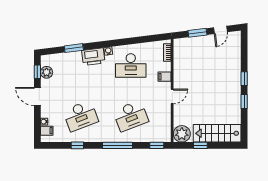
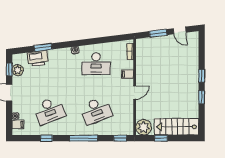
door: (220, 30) -> (180, 30), hinge flipped
printer: (93, 57) -> (38, 58), moved

